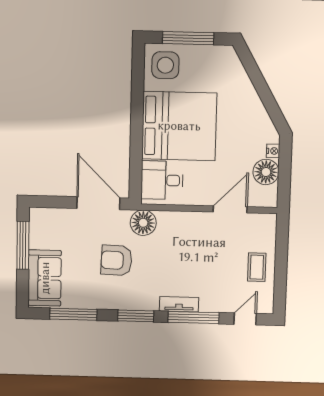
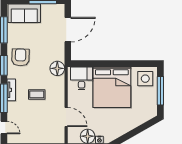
door: (98, 203) -> (68, 30), moved
armchair: (116, 260) -> (20, 57), moved
coffee table: (257, 267) -> (37, 94), moved

